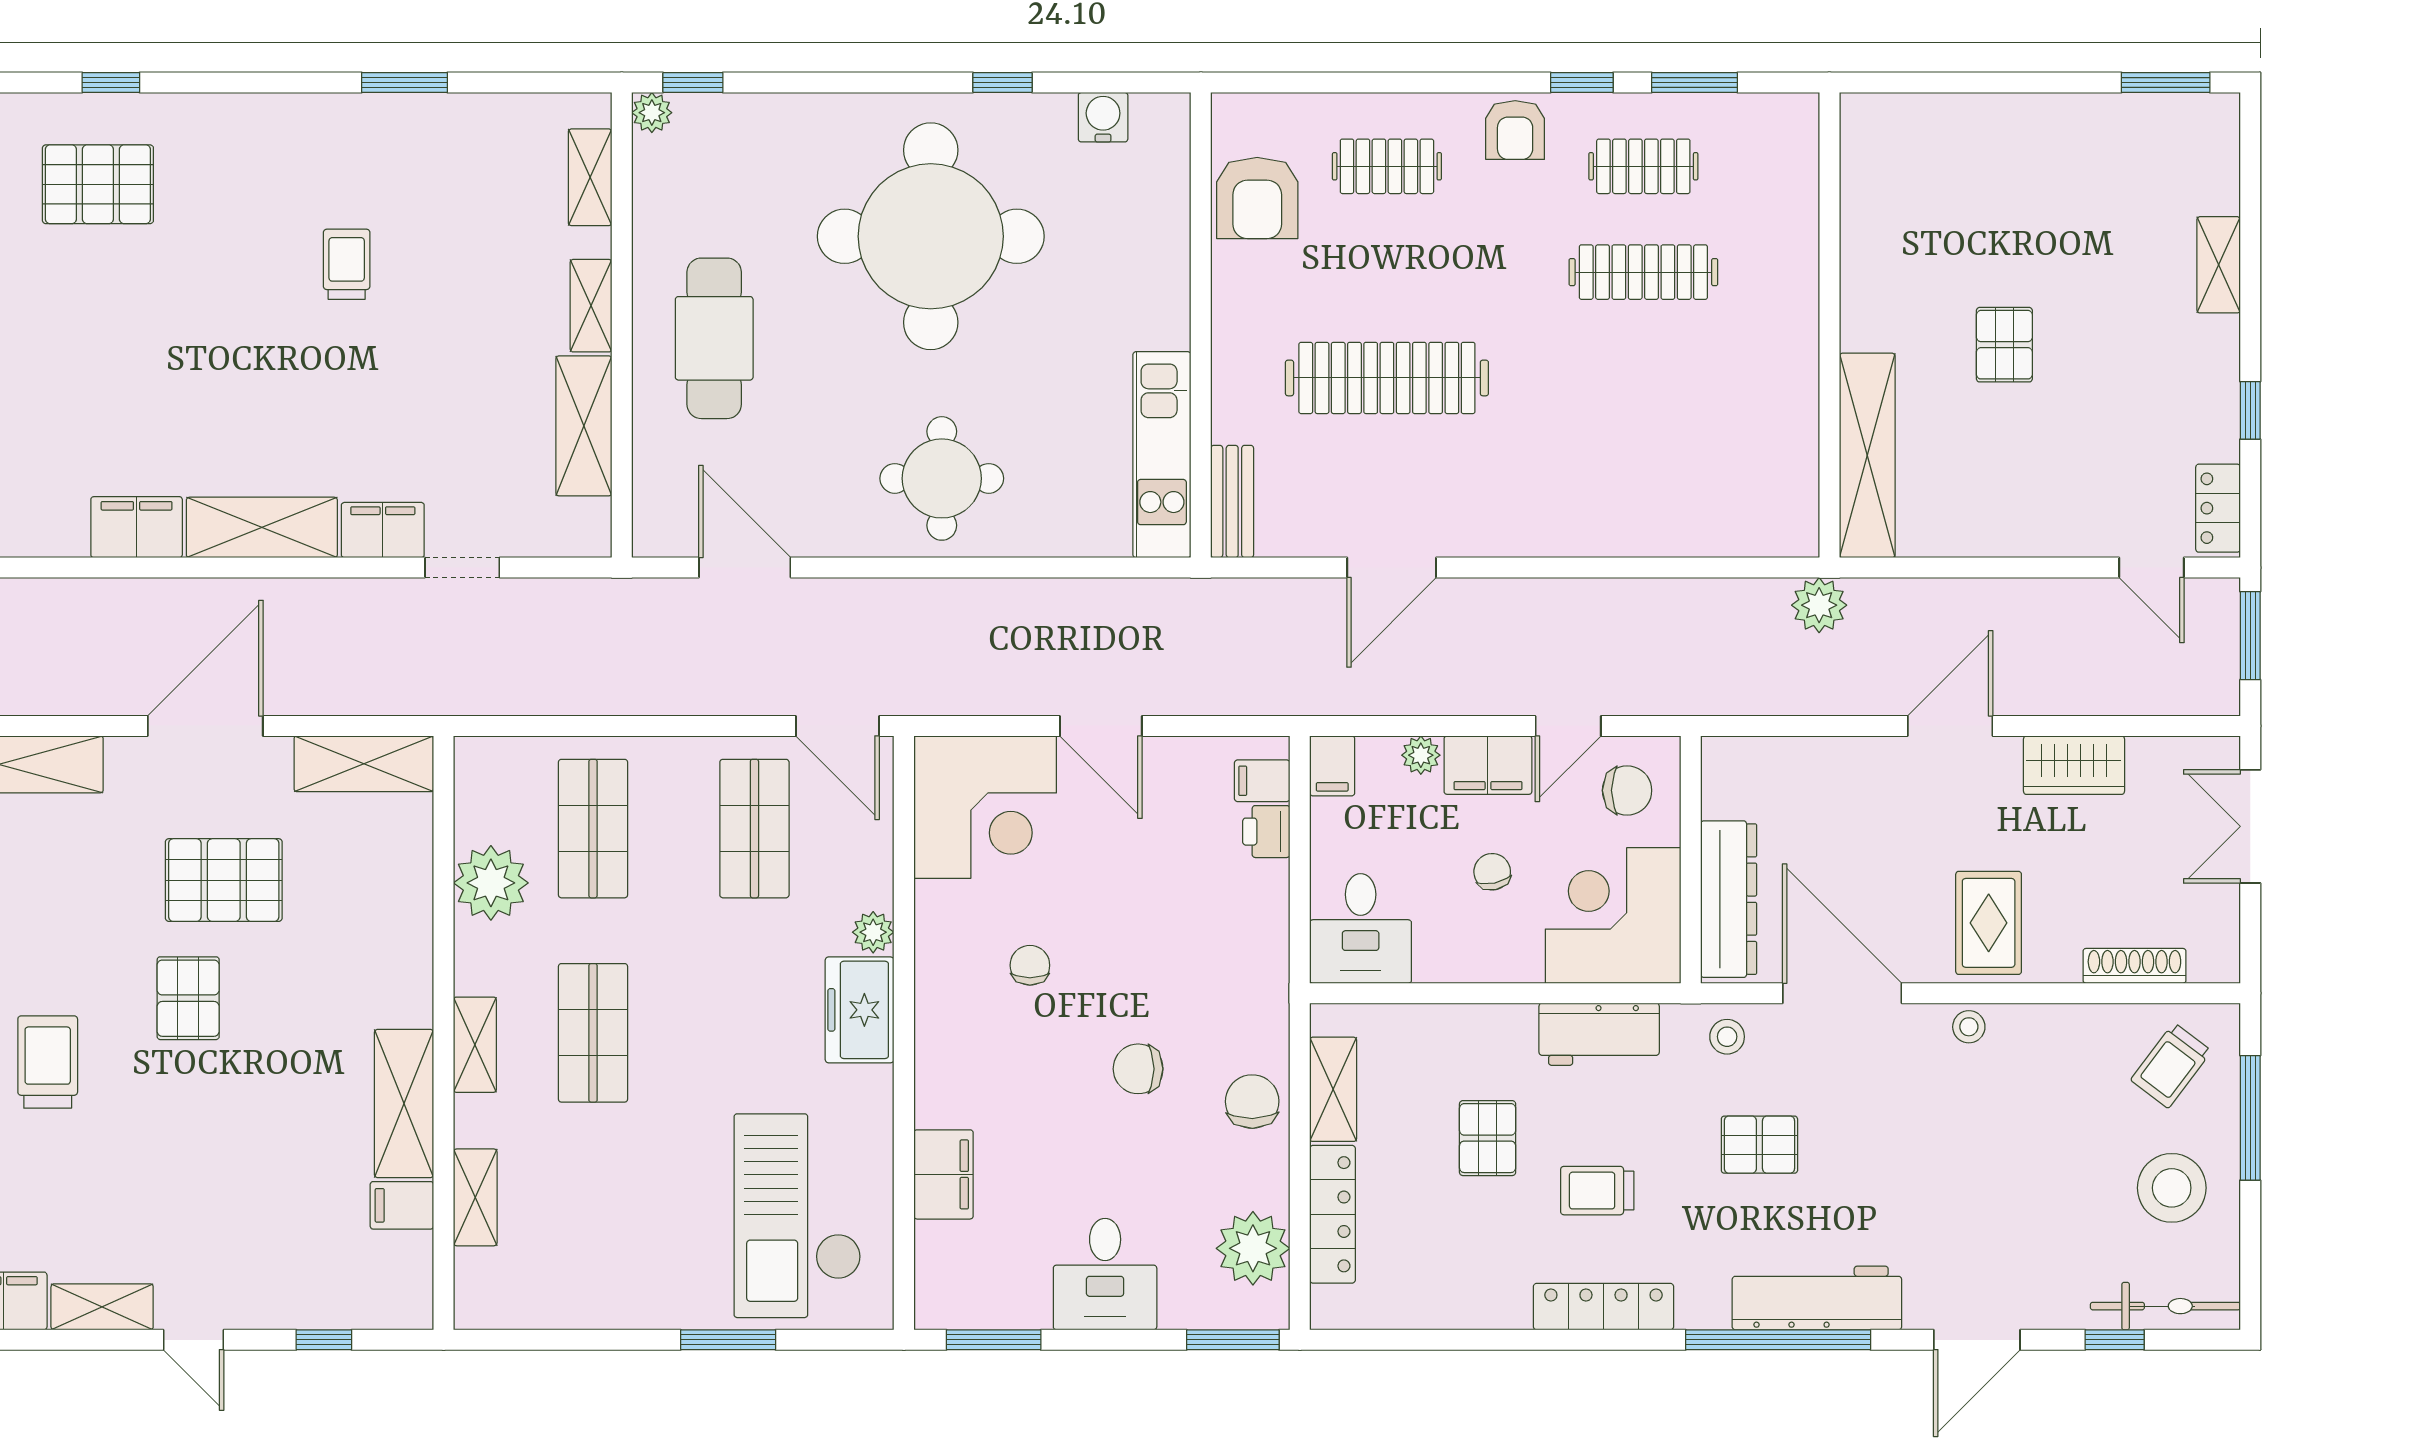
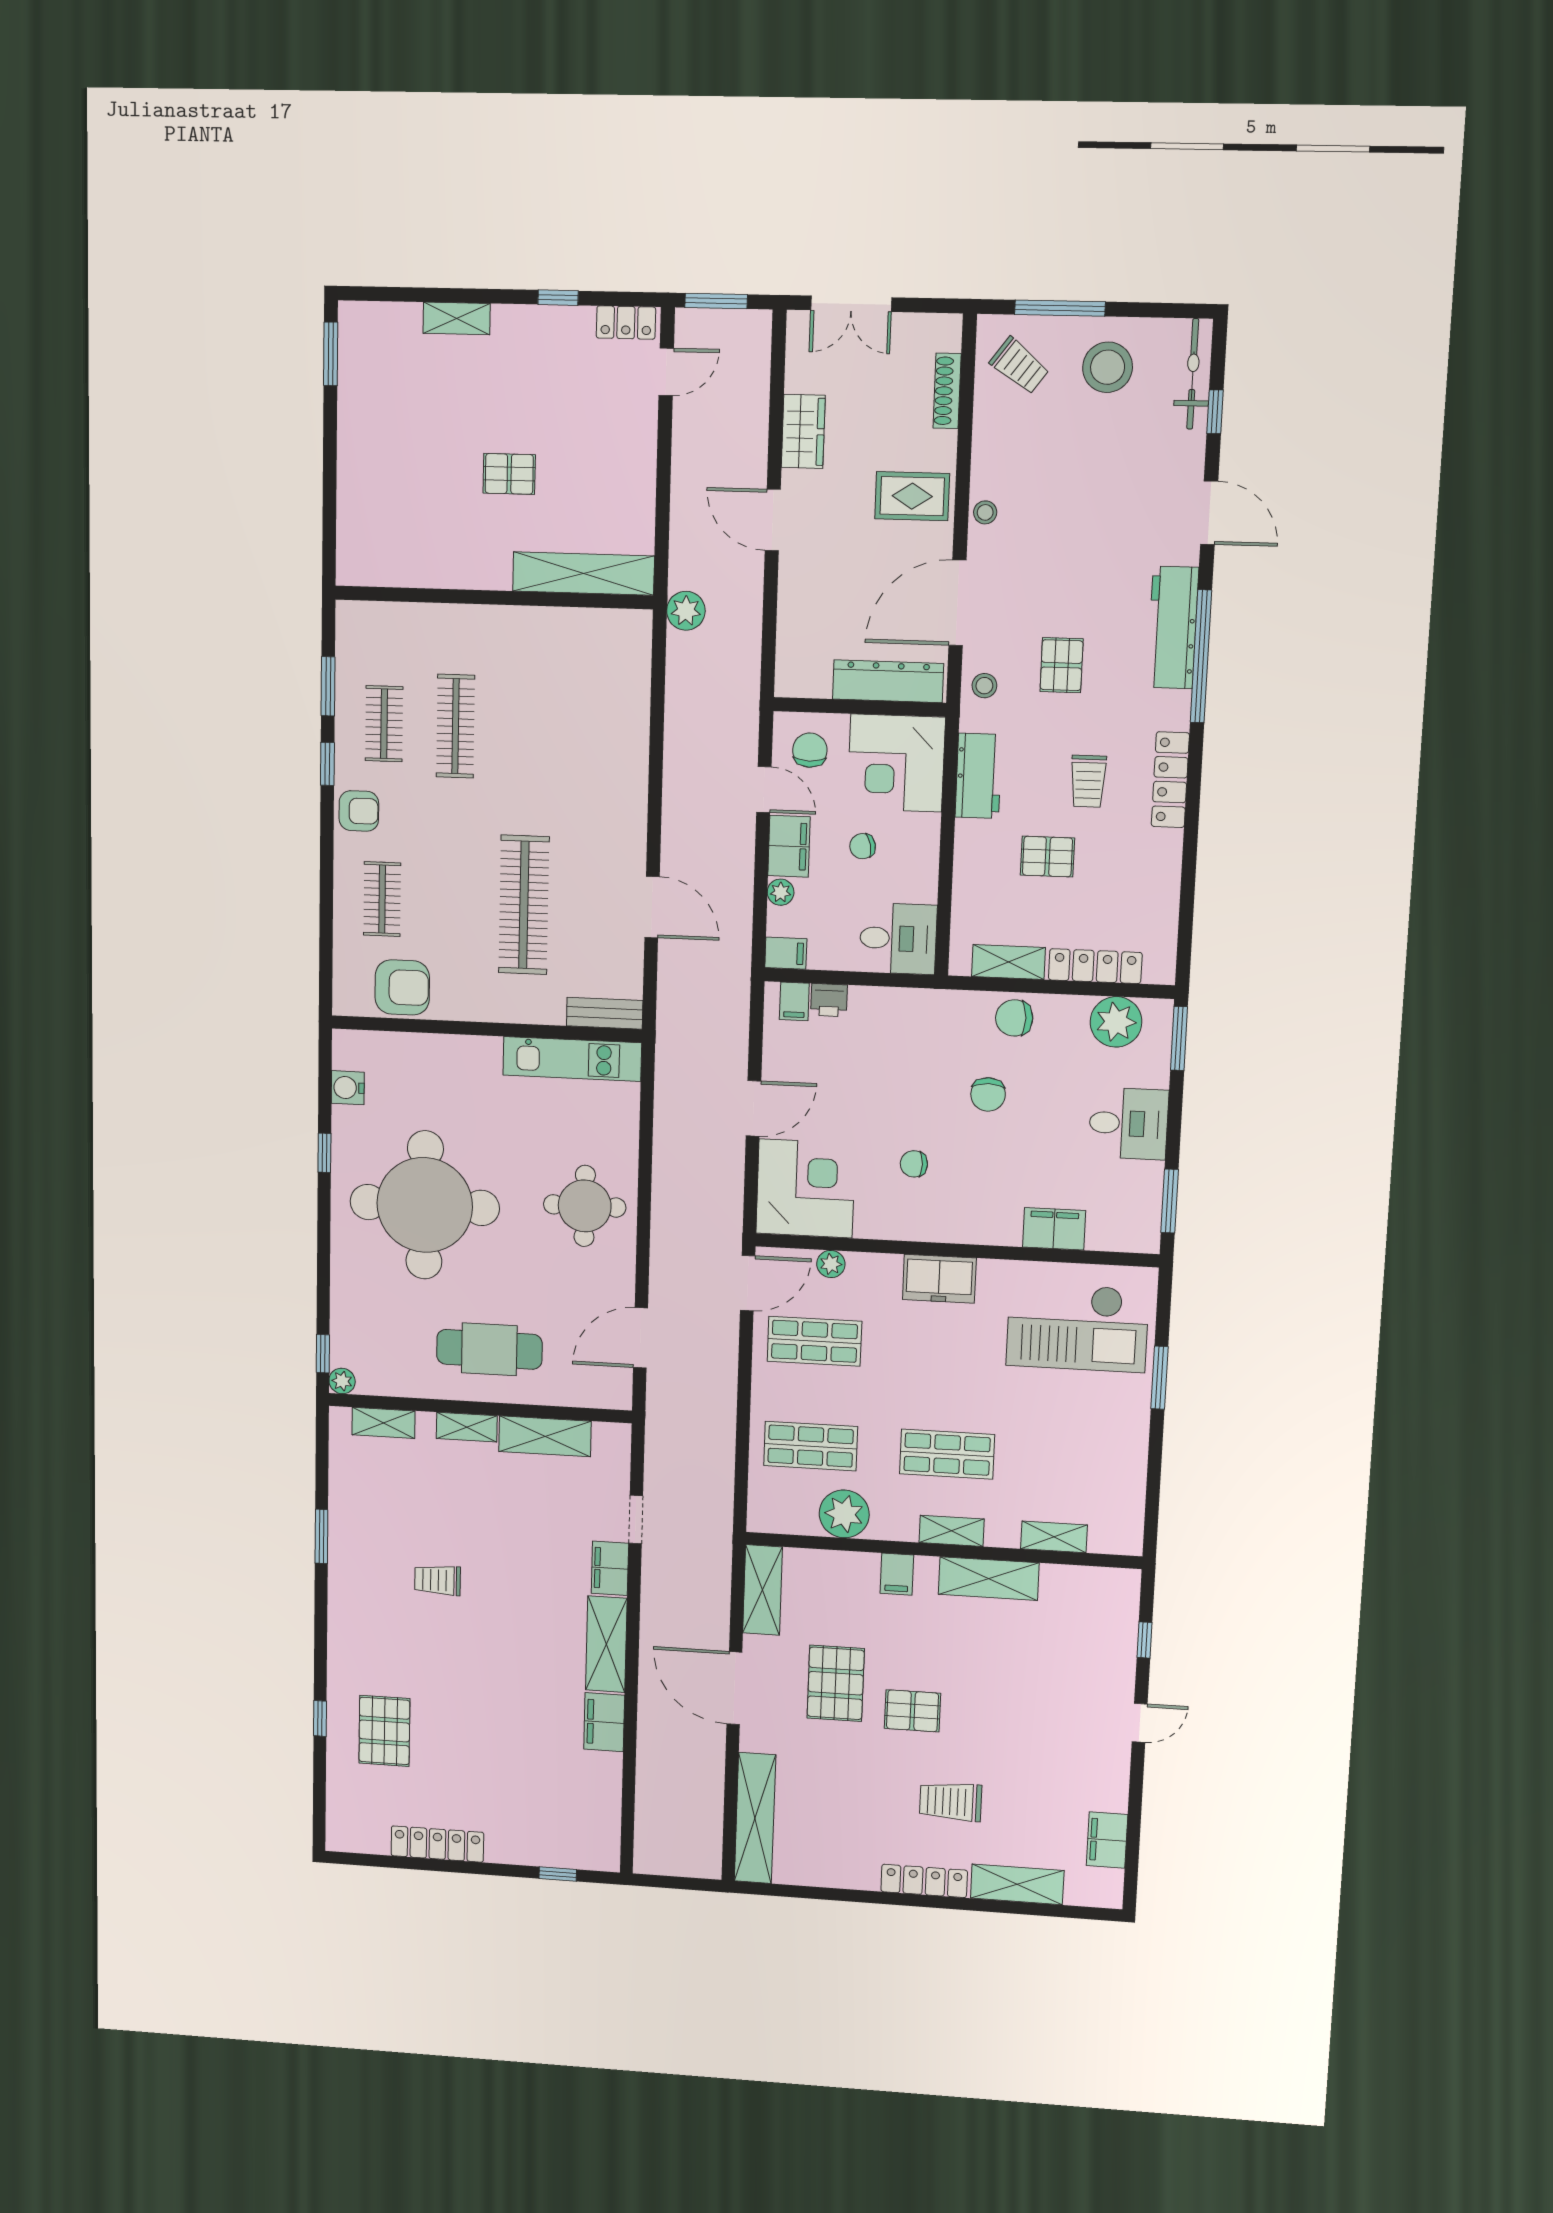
plant: (873, 932) -> (831, 1264), moved
filing cabinet: (402, 1205) -> (897, 1574), moved
shelving: (102, 1307) -> (1114, 1779), removed

